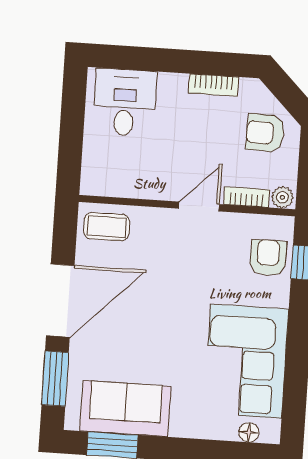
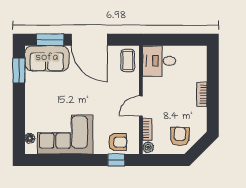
bookcase: (214, 85) -> (202, 94), moved
desk: (125, 102) -> (159, 61), moved, turned 180
door: (199, 206) -> (141, 106), swing flipped
sofa: (125, 409) -> (47, 58), moved, turned 90

